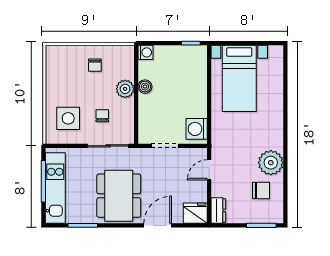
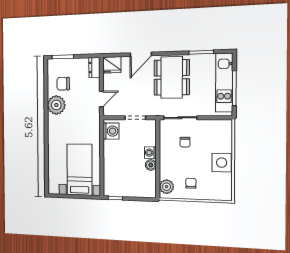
washing machine: (145, 52) -> (150, 153), moved
plant: (125, 89) -> (167, 187), moved
side table: (68, 118) -> (222, 163), moved

